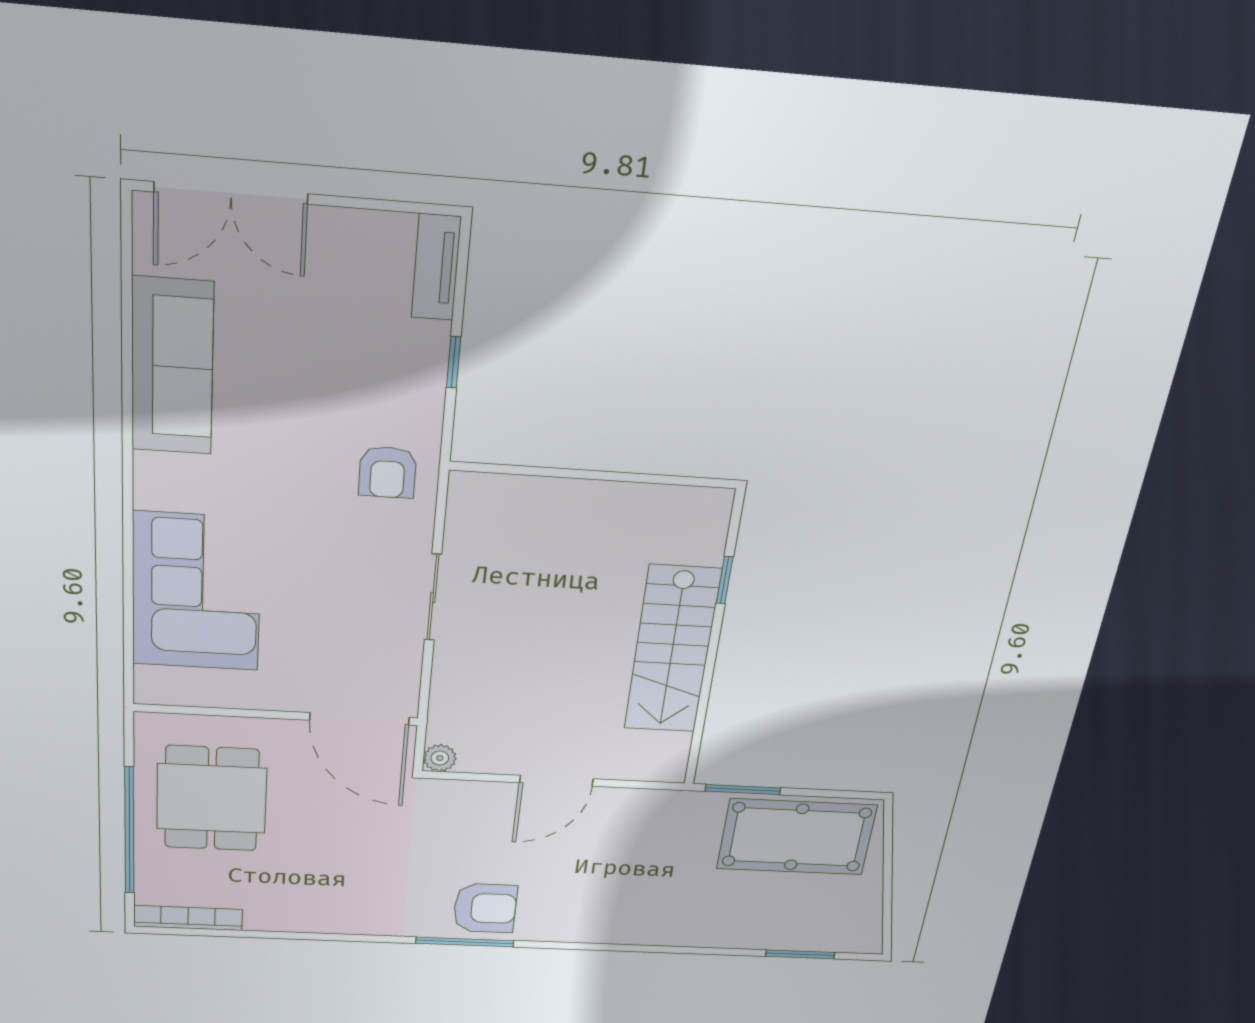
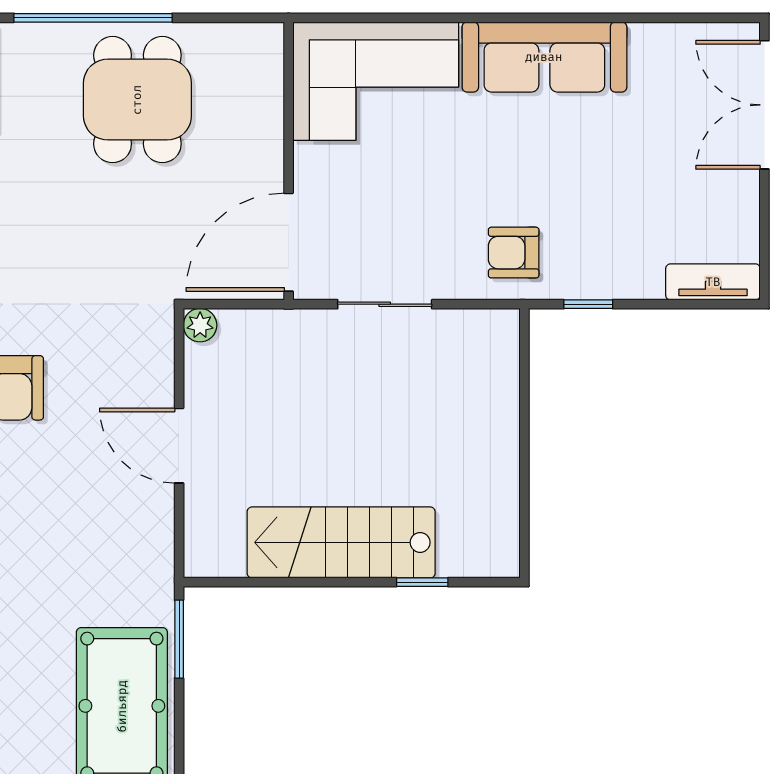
window: (454, 362) -> (588, 304), moved
sofa: (172, 367) -> (544, 57), moved
wall: (277, 715) -> (289, 161), moved
door: (359, 719) -> (289, 242), moved
dining table: (212, 799) -> (137, 100), turned 90

